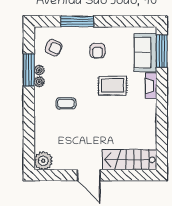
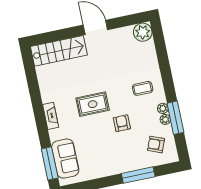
armchair: (97, 51) -> (122, 123), moved
rug: (113, 86) -> (93, 104), moved
fireplace: (151, 86) -> (51, 116), moved
coffee table: (66, 103) -> (143, 88), moved

